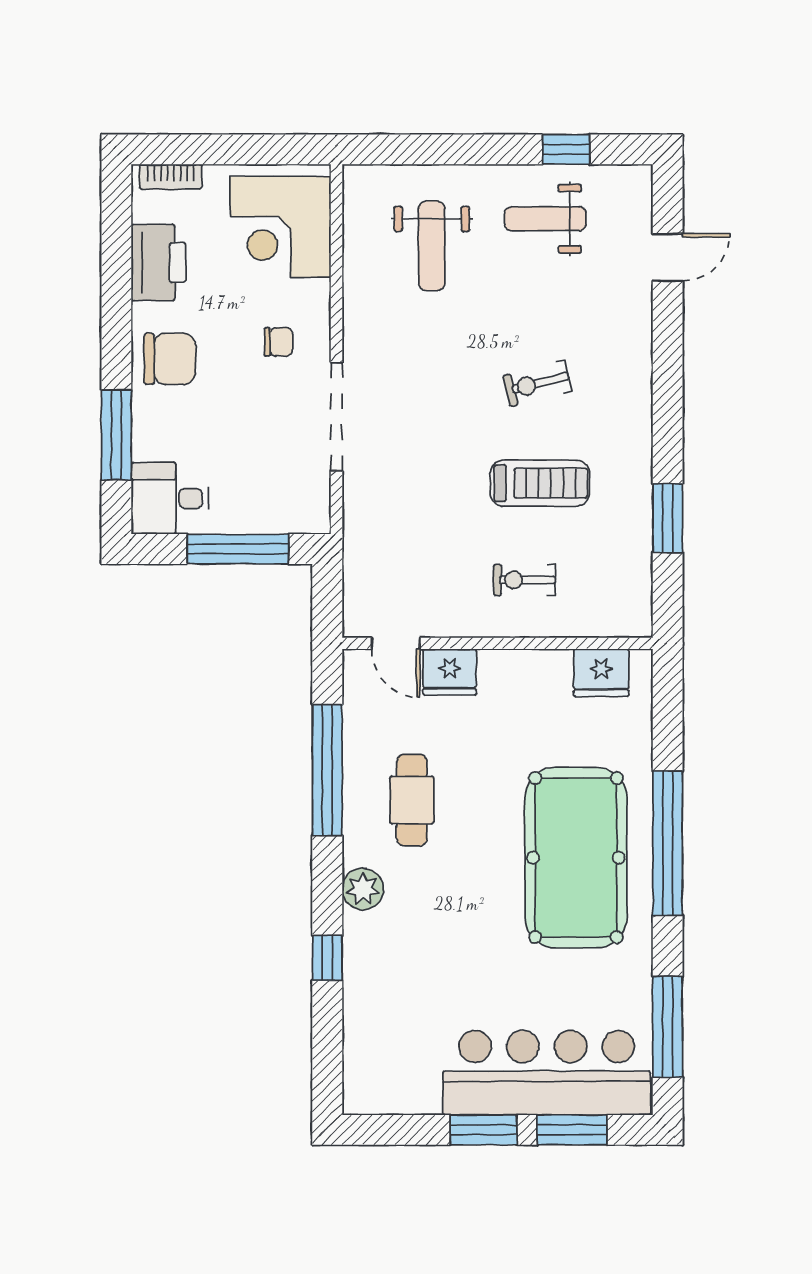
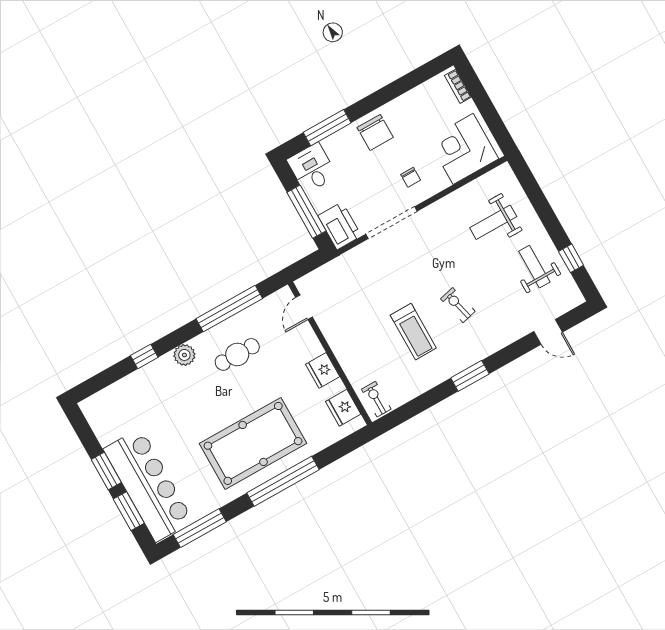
printer: (159, 263) -> (340, 226), moved, turned -90
window: (668, 518) -> (470, 376), moved
exercise bike: (525, 580) -> (376, 399), moved
fridge: (450, 672) -> (323, 370), moved

